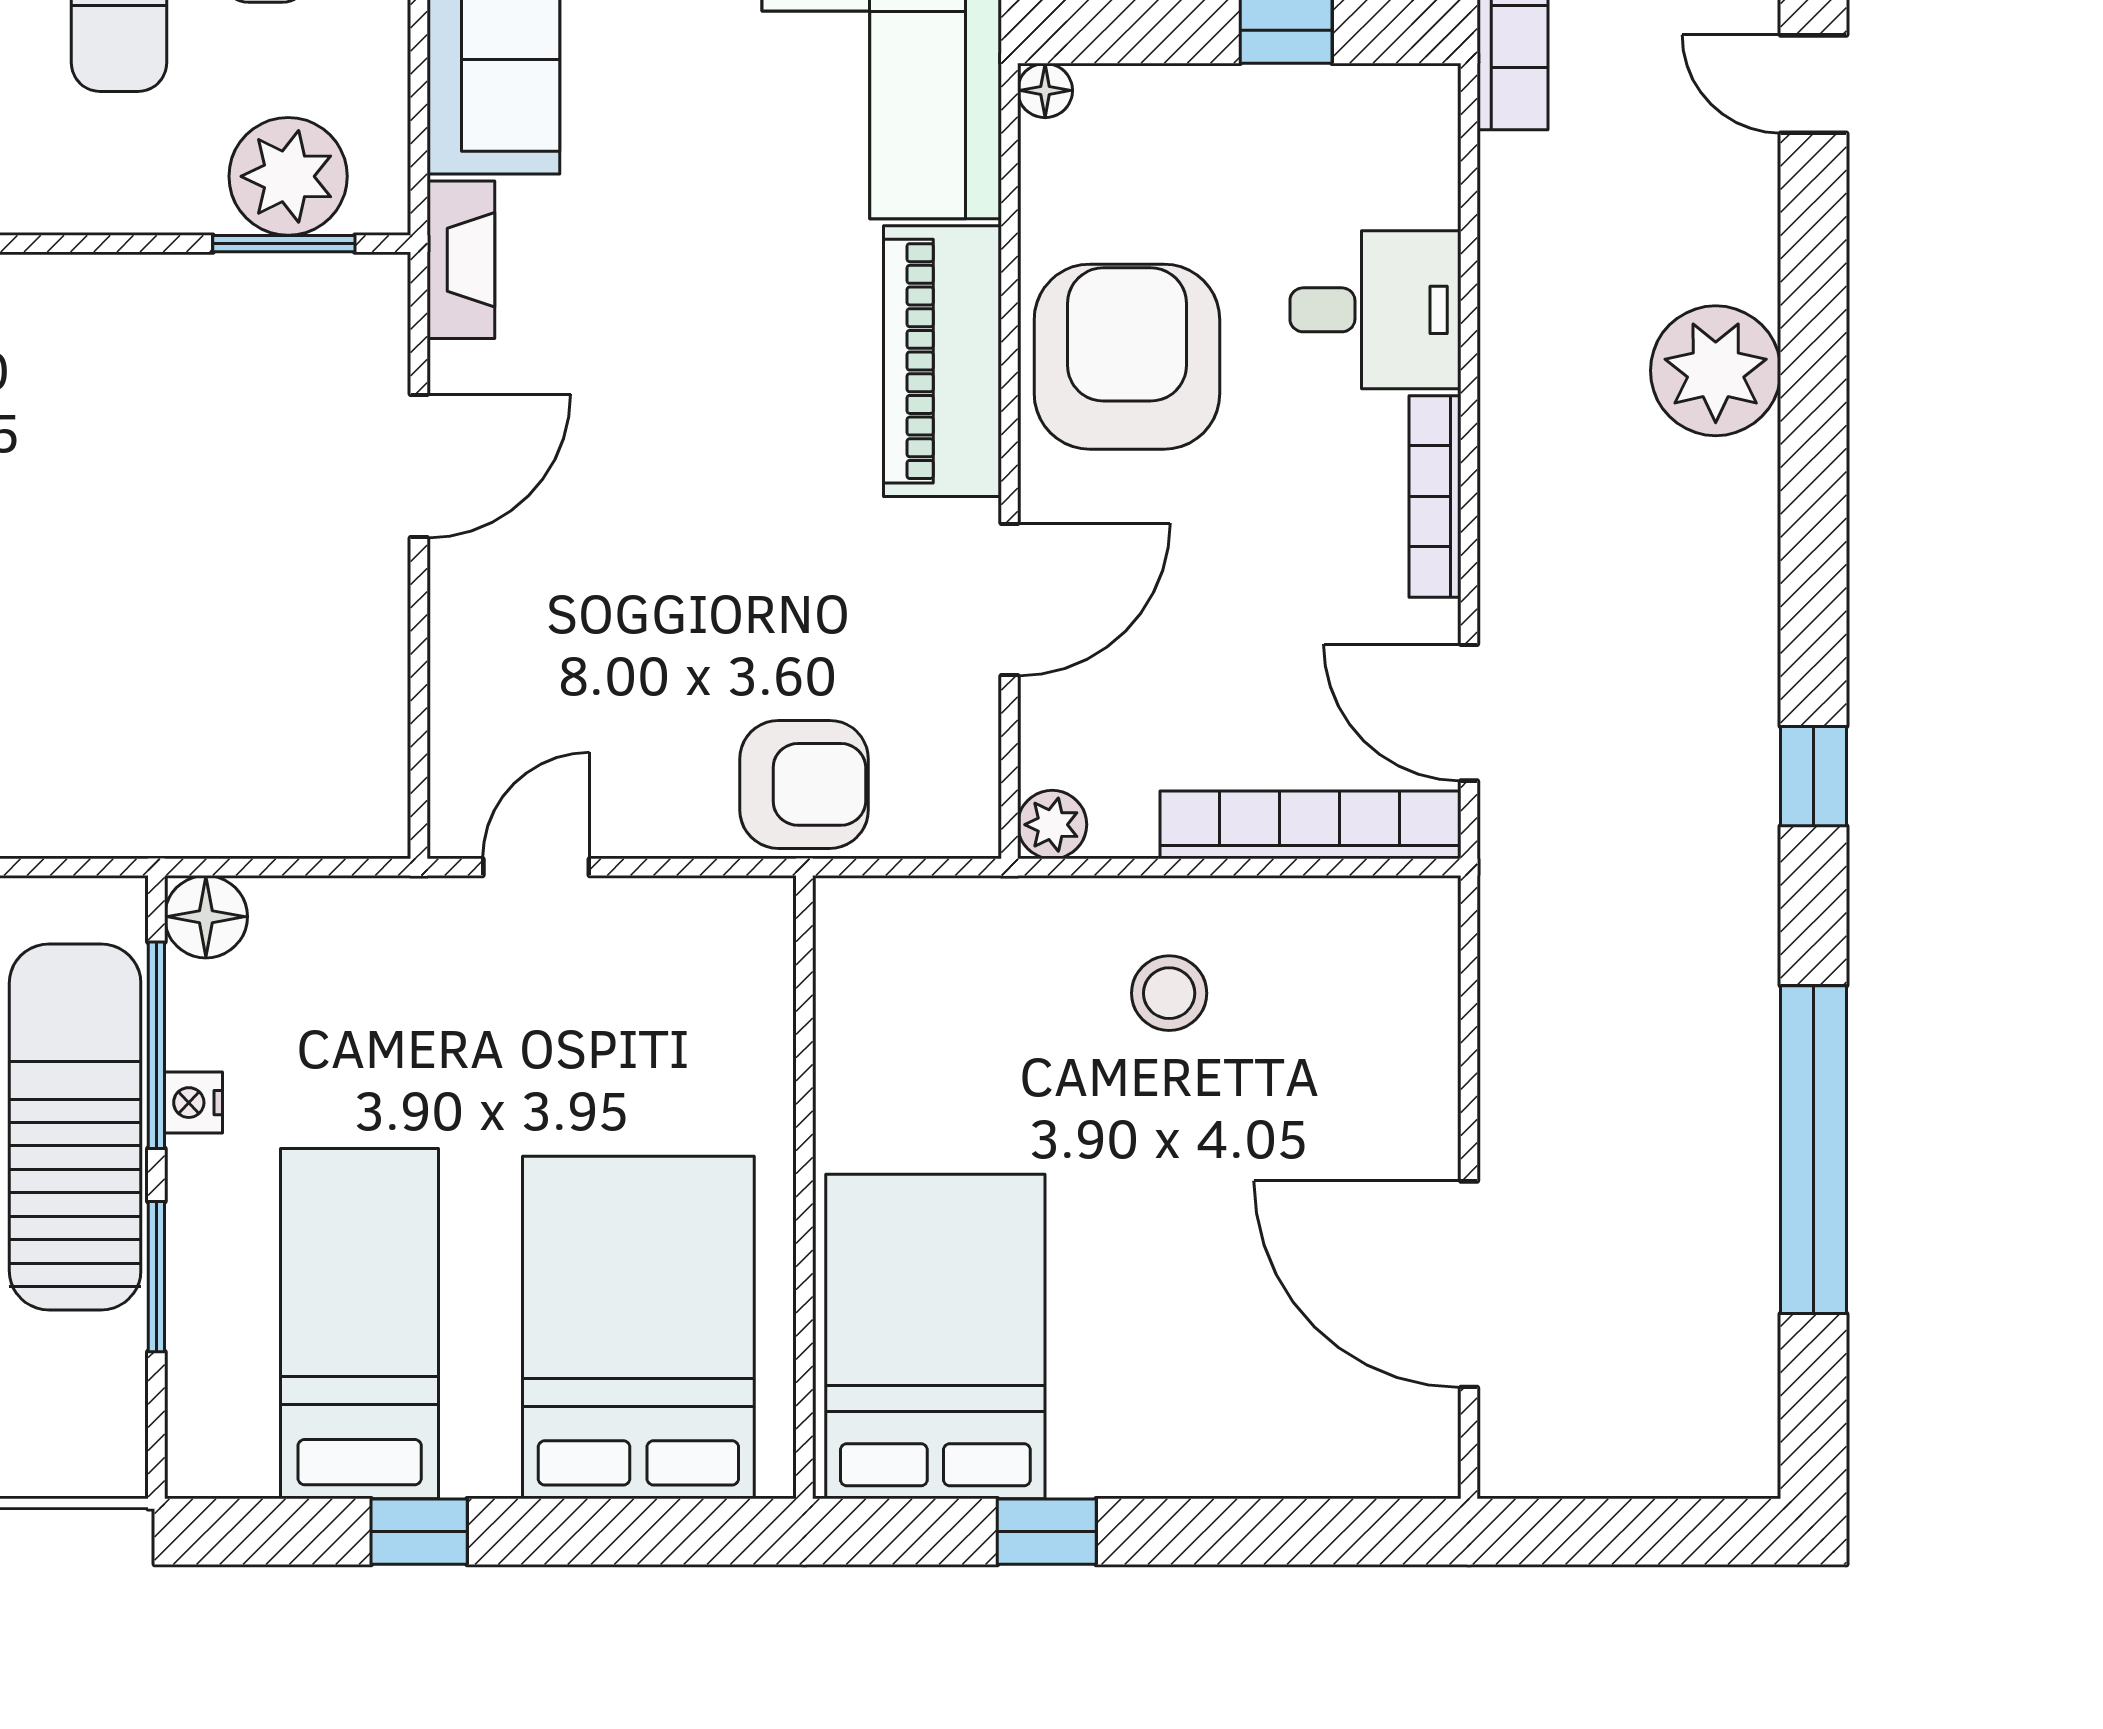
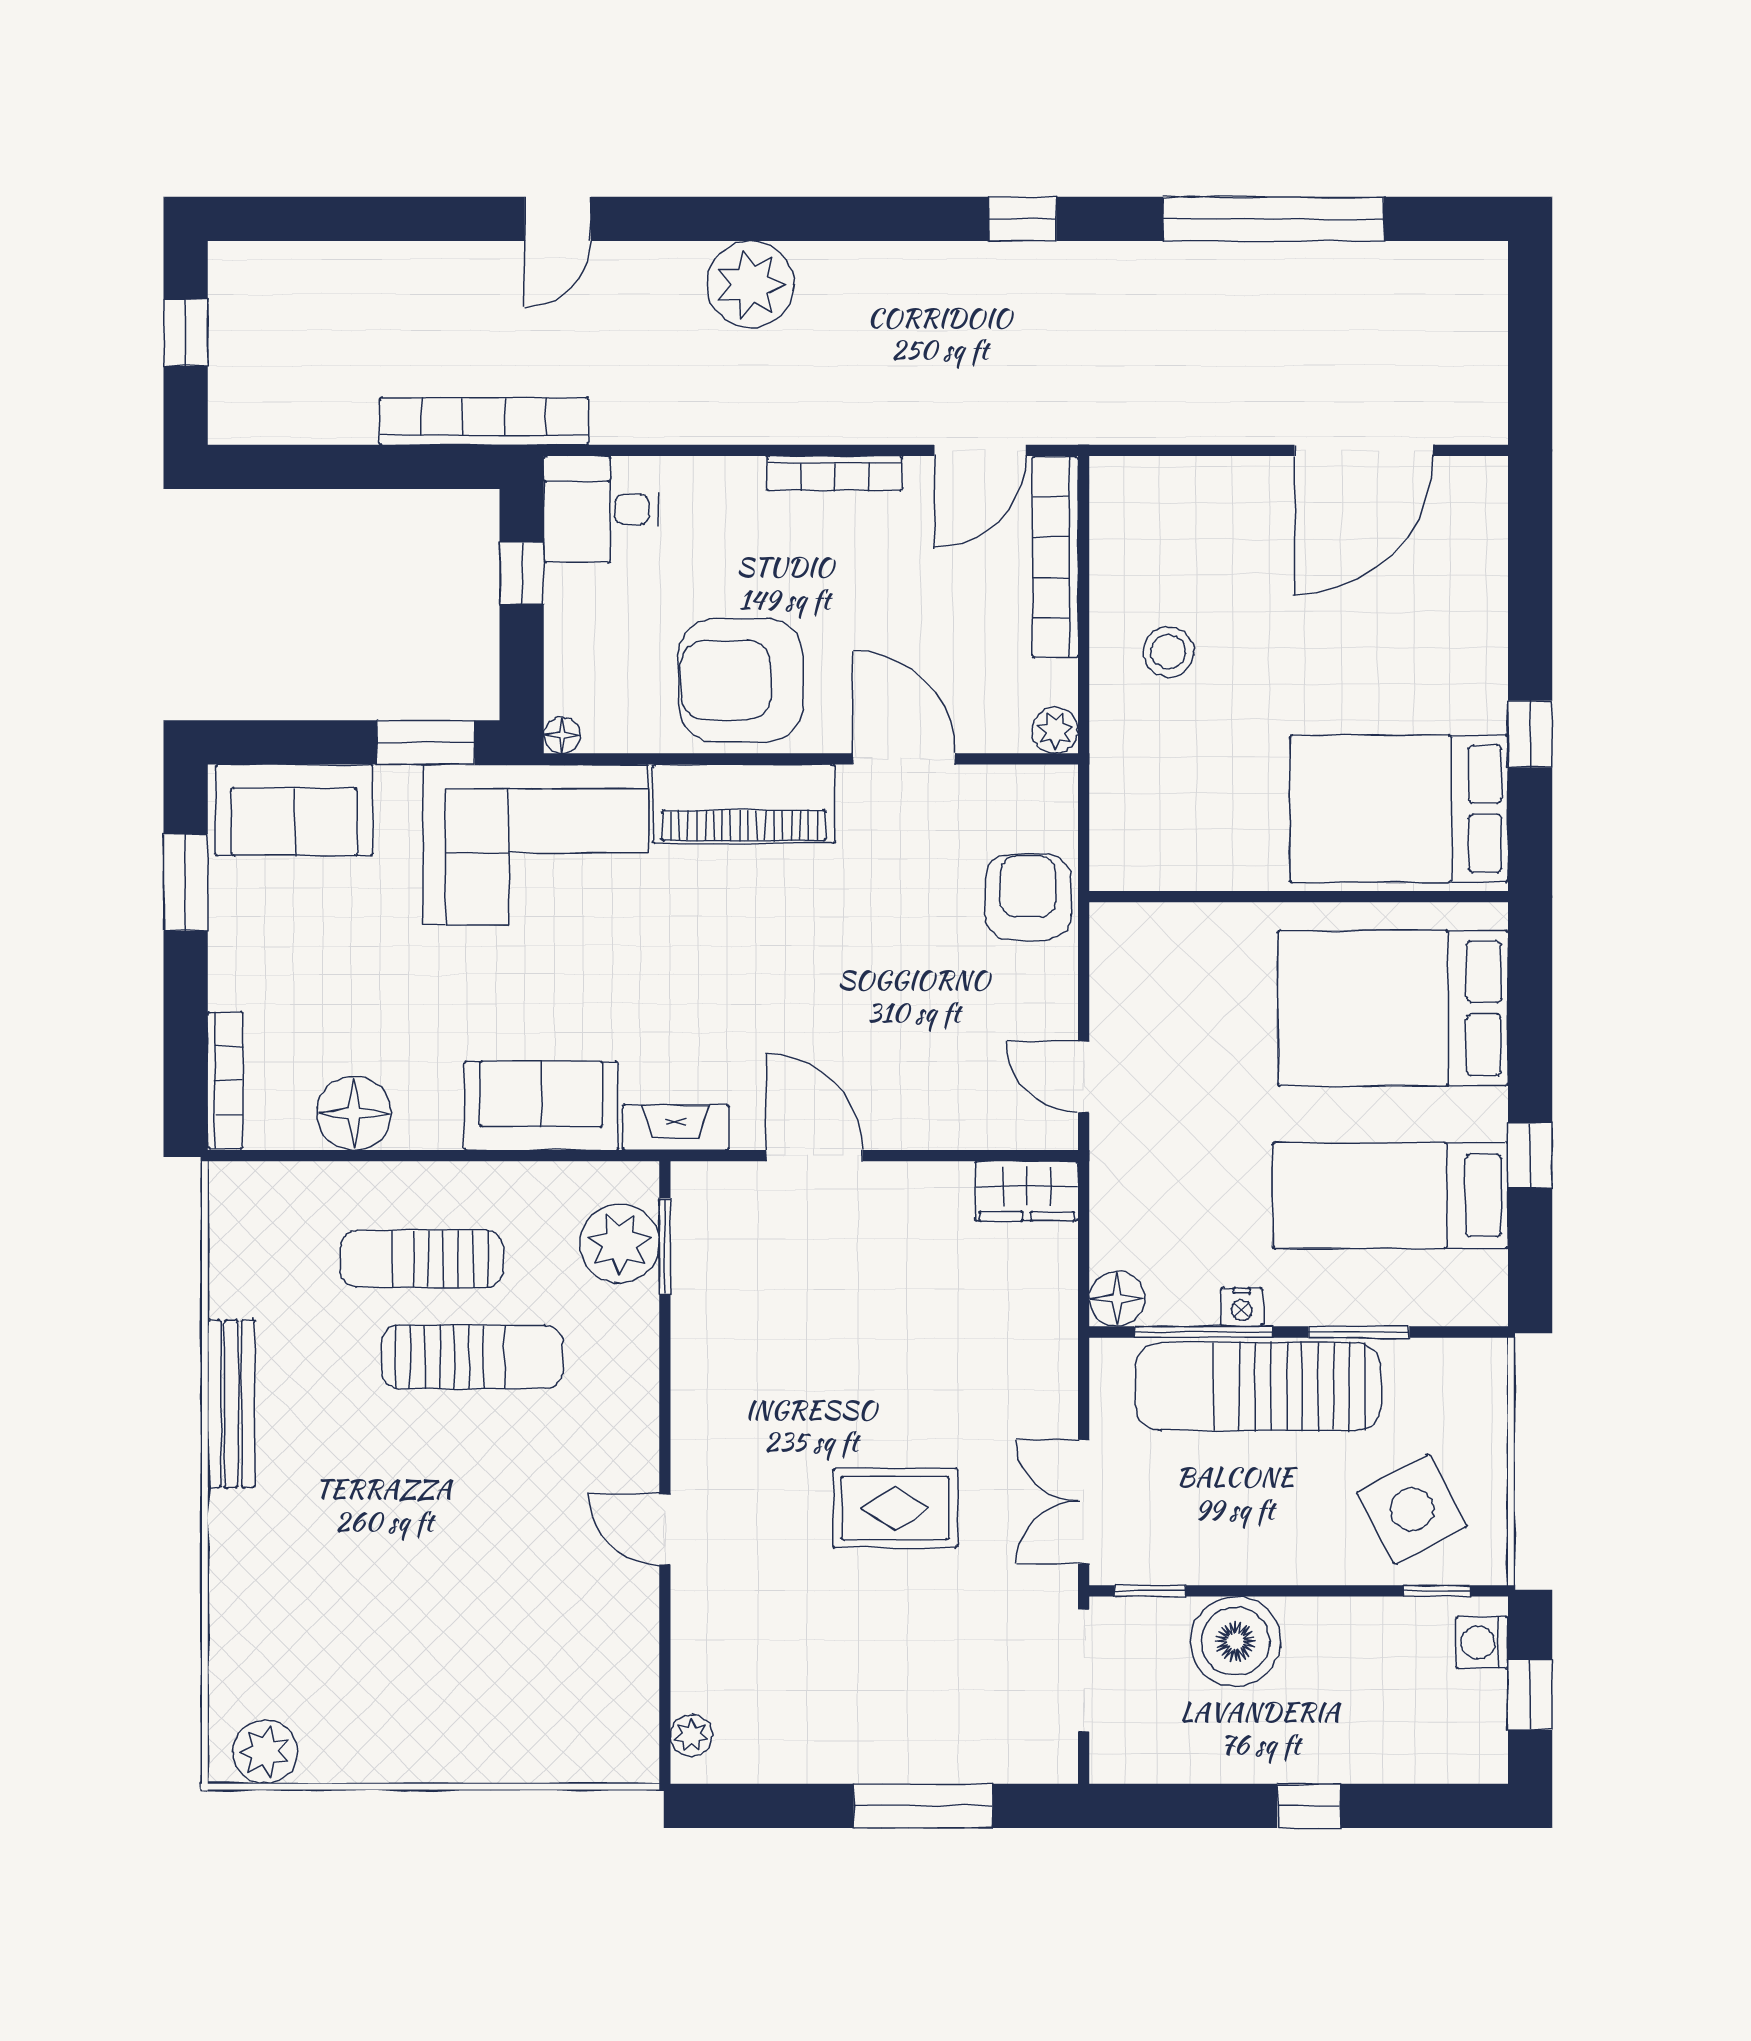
desk: (1375, 310) -> (601, 509), moved, turned -90
wardrobe: (366, 782) -> (1027, 1191), added

